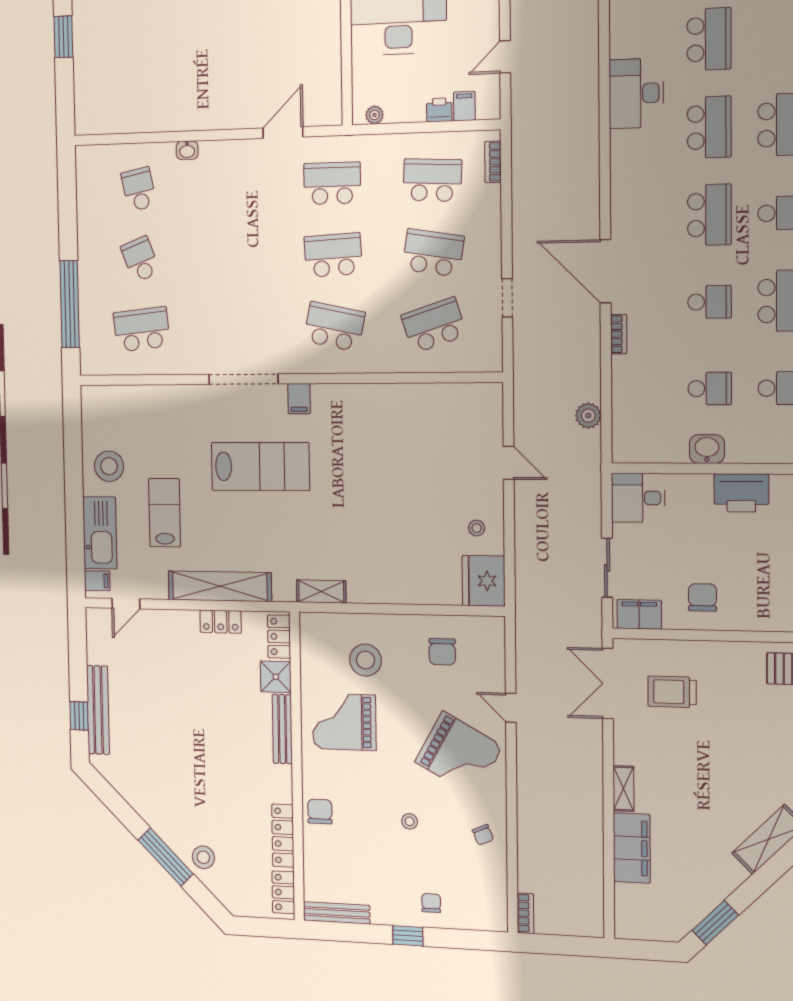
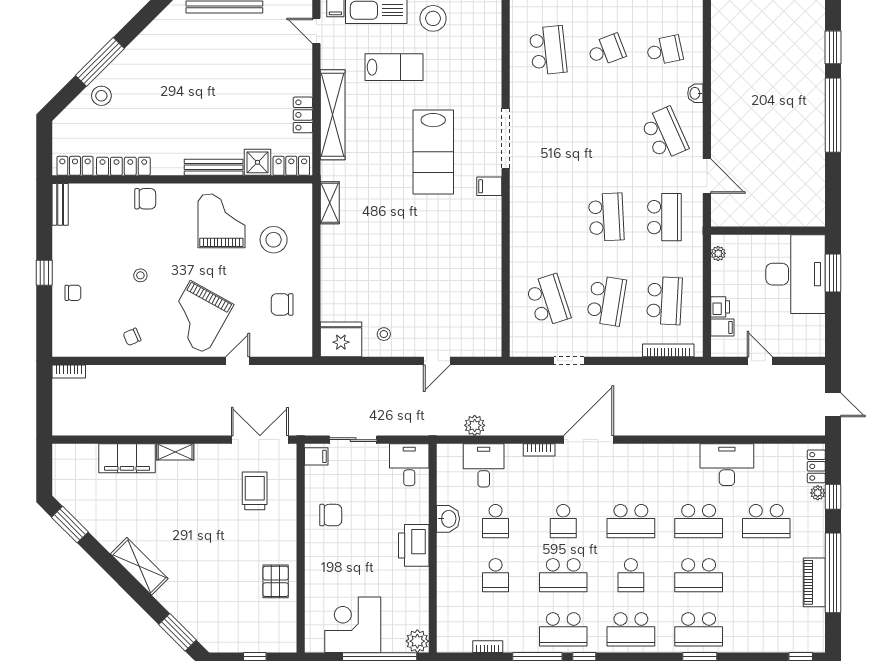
bookcase: (493, 162) -> (668, 350), width x1.56
school desk: (334, 327) -> (664, 134), moved, turned -36
desk: (639, 404) -> (484, 465), added
filing cabinet: (639, 614) -> (316, 456), width x0.50
bench: (337, 913) -> (60, 204), width x0.73

